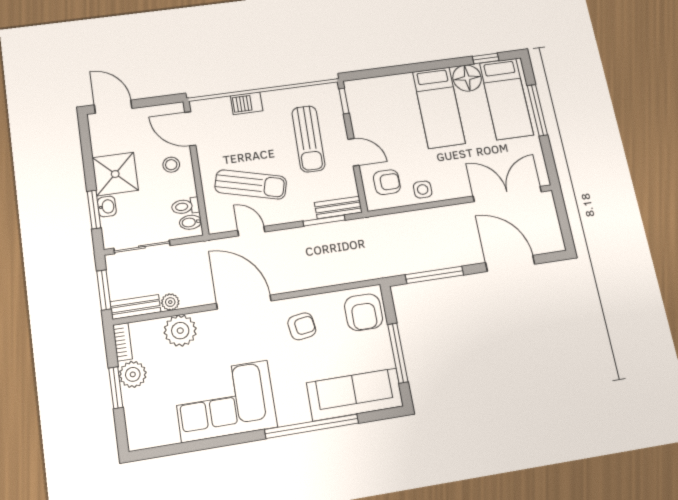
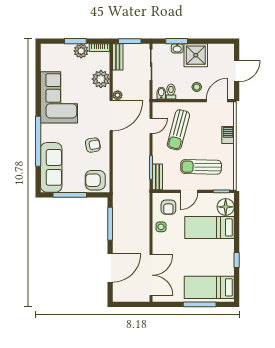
window: (486, 58) -> (237, 260), moved
floor lamp: (467, 78) -> (226, 207), moved
door: (113, 107) -> (237, 71), moved
bed: (439, 107) -> (210, 227), moved
plant: (170, 302) -> (118, 95), moved
armchair: (302, 326) -> (93, 145), turned -91

